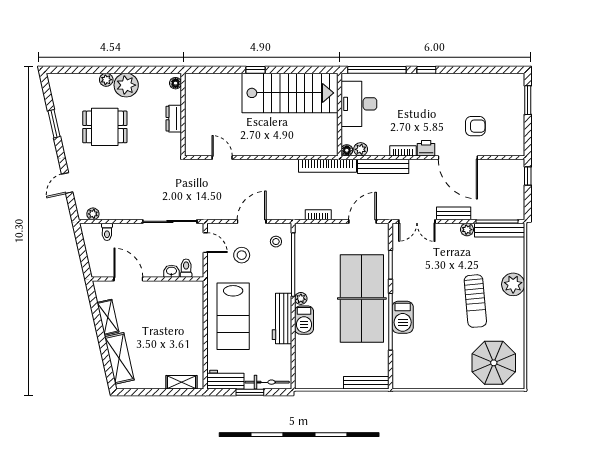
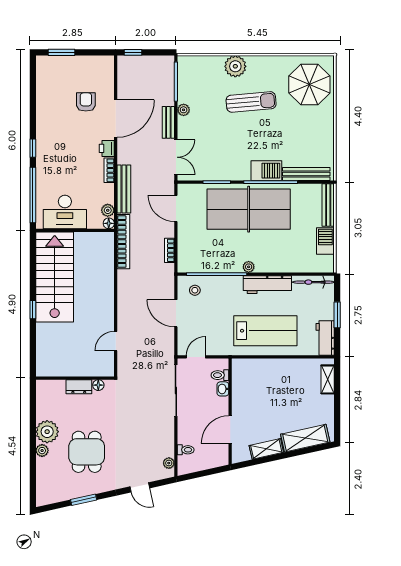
floor lamp: (176, 83) -> (98, 385), moved
bench: (500, 230) -> (306, 174), moved, turned 90
stool: (242, 255) -> (208, 323), removed
barbecue: (304, 320) -> (325, 241), moved, turned -90
bicycle: (267, 382) -> (313, 282), moved, turned -90

